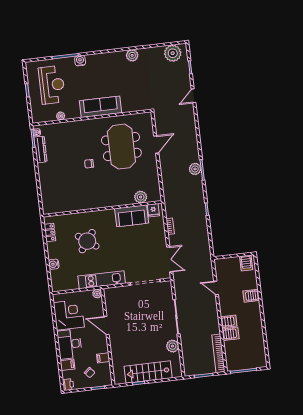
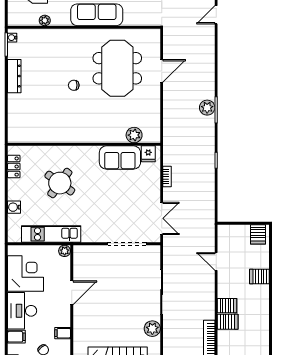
dresser: (40, 149) -> (14, 76), moved
kitchen unit: (102, 280) -> (51, 234), moved
door: (107, 325) -> (72, 293), swing flipped

